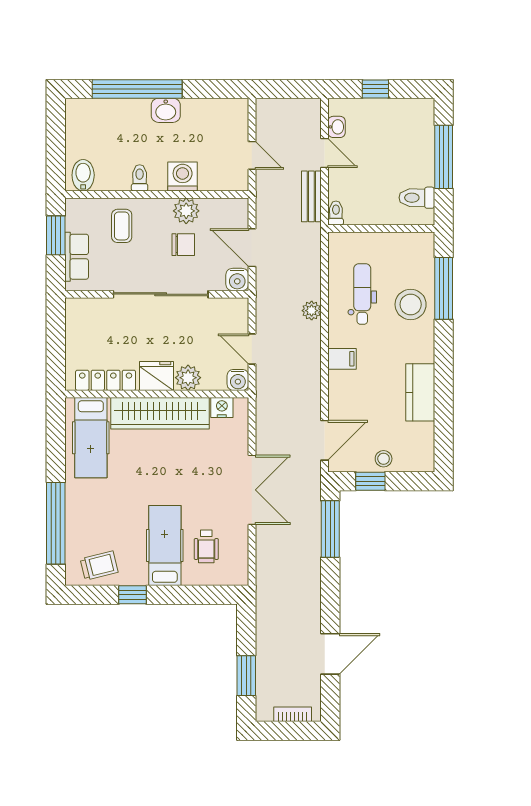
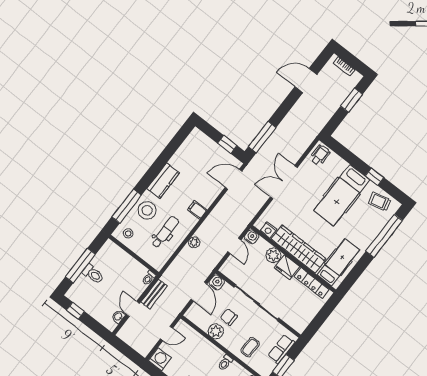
window: (375, 89) -> (76, 311), moved
door: (252, 155) -> (167, 333), swing flipped
washing machine: (183, 176) -> (160, 359), moved, turned 180
toilet: (417, 198) -> (93, 274), moved
dental chair: (362, 294) -> (165, 232), turned 180
kitchen counter: (420, 392) -> (163, 181), moved
stool: (384, 459) -> (128, 233), moved
hospital bed: (165, 546) -> (342, 195), width x1.37, depth x1.29
wheelchair: (206, 546) -> (320, 155), moved

